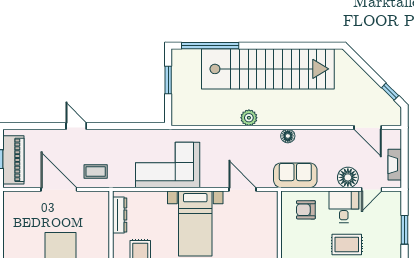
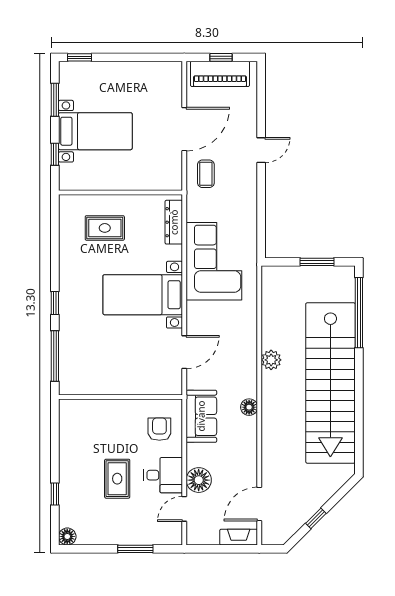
window: (390, 92) -> (316, 518), moved
fireplace: (395, 165) -> (239, 537), moved
door: (372, 189) -> (184, 509), hinge flipped
dresser: (120, 215) -> (174, 222), moved, turned 90

